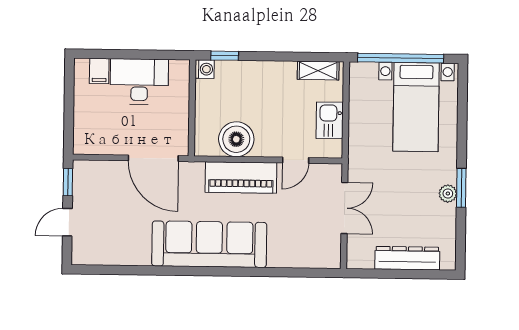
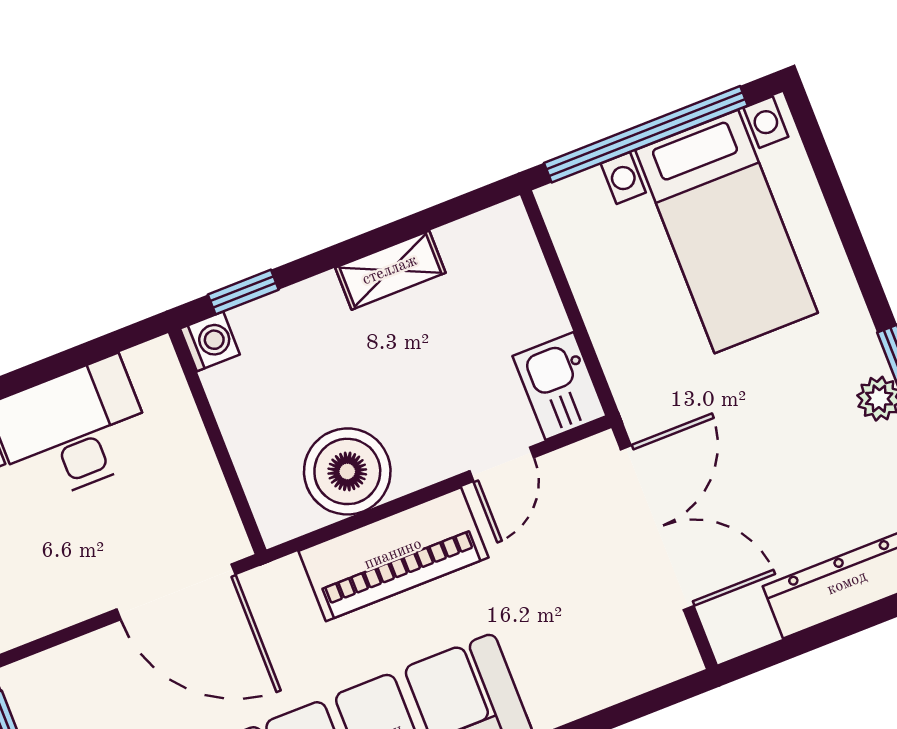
shelving: (318, 71) -> (390, 270), moved
kitchen sink: (330, 120) -> (560, 386), moved
double door: (344, 208) -> (657, 528), width x1.37

